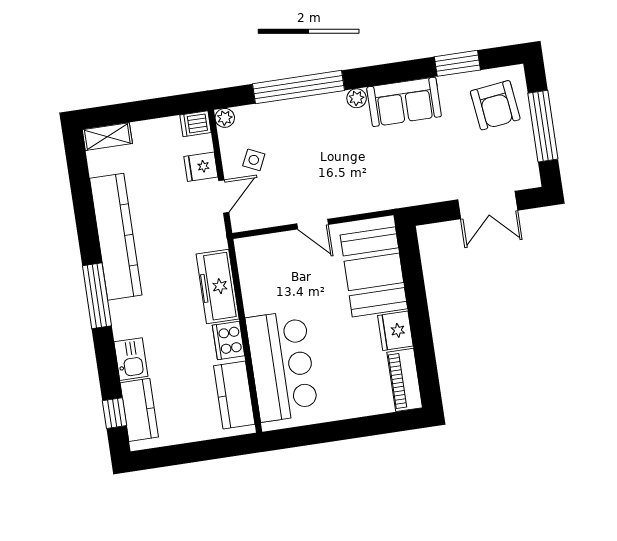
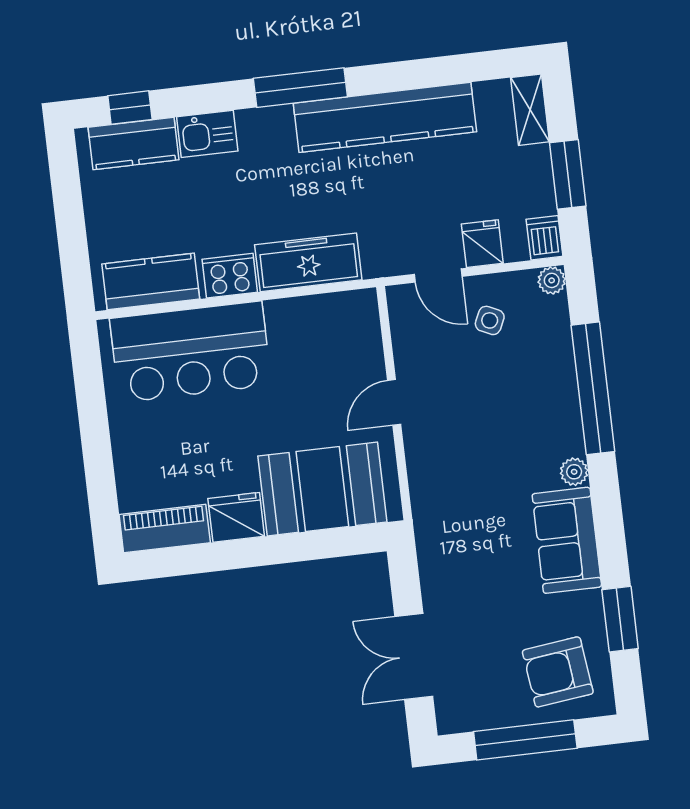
window: (151, 109) -> (568, 174), added

